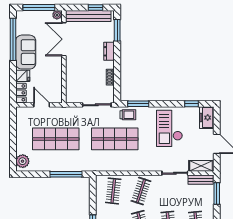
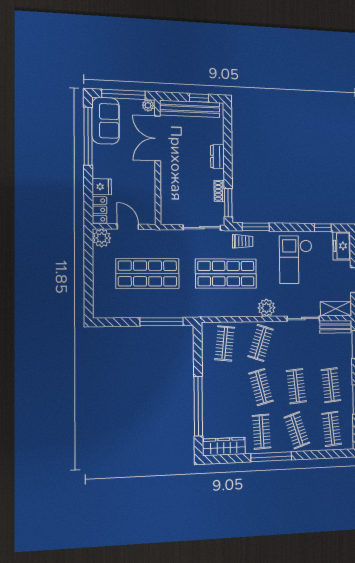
window: (117, 30) -> (228, 203), moved
sofa: (26, 52) -> (106, 121), moved
plant: (23, 161) -> (102, 238), moved
plant: (146, 165) -> (266, 308), added

